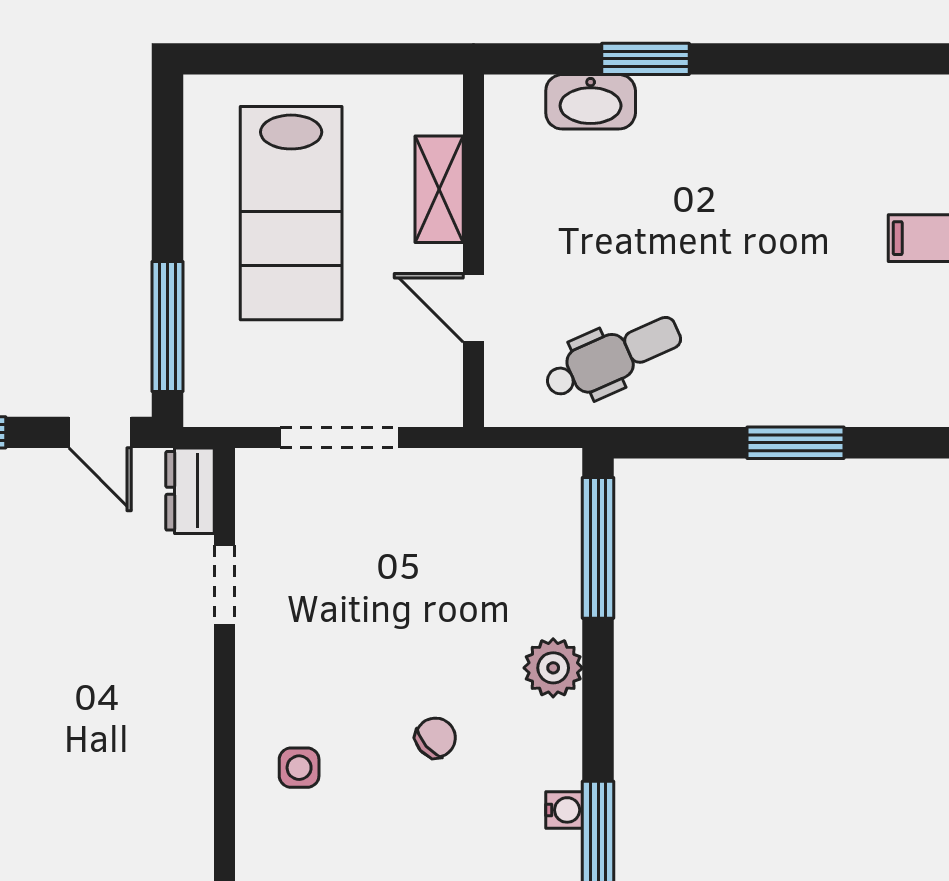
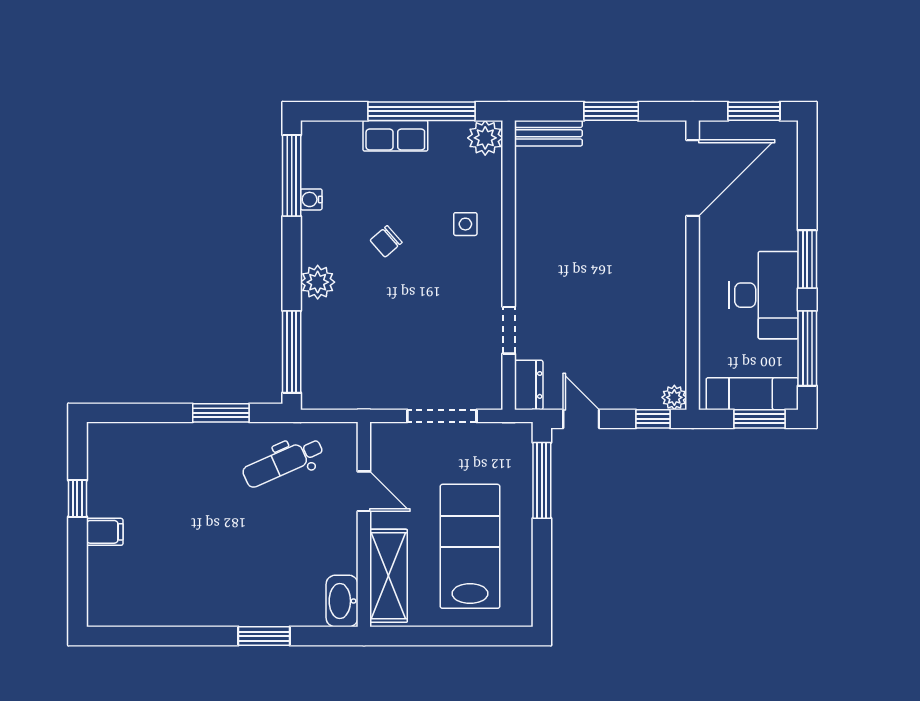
washbasin: (591, 102) -> (342, 601), moved, turned -90
shelving: (439, 189) -> (389, 576), width x1.50, depth x1.33
window: (796, 443) -> (221, 413), moved

